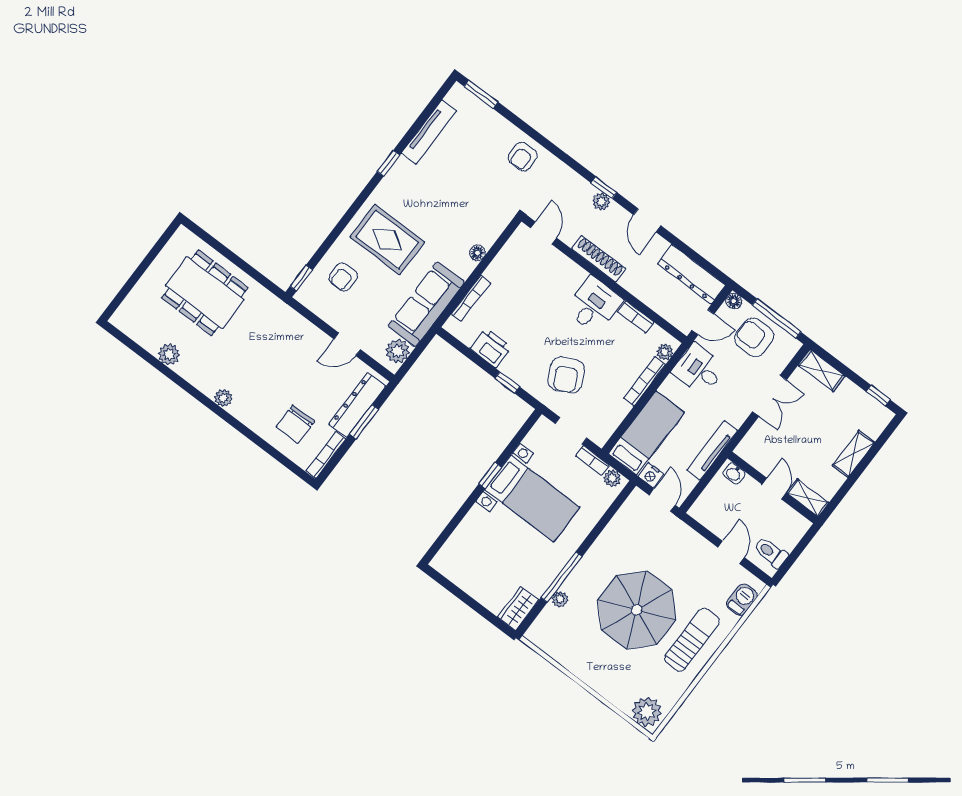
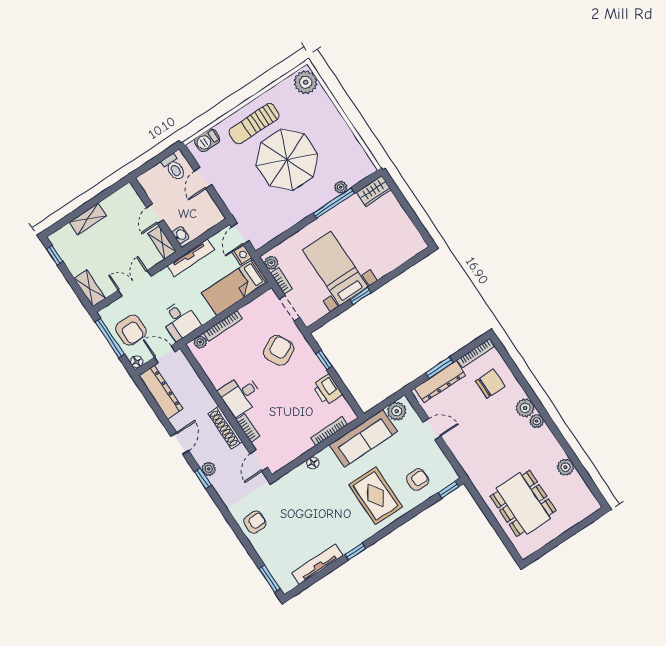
bookcase: (636, 317) -> (248, 428), moved
plant: (243, 409) -> (525, 408), added
shelving: (808, 498) -> (162, 243), moved

